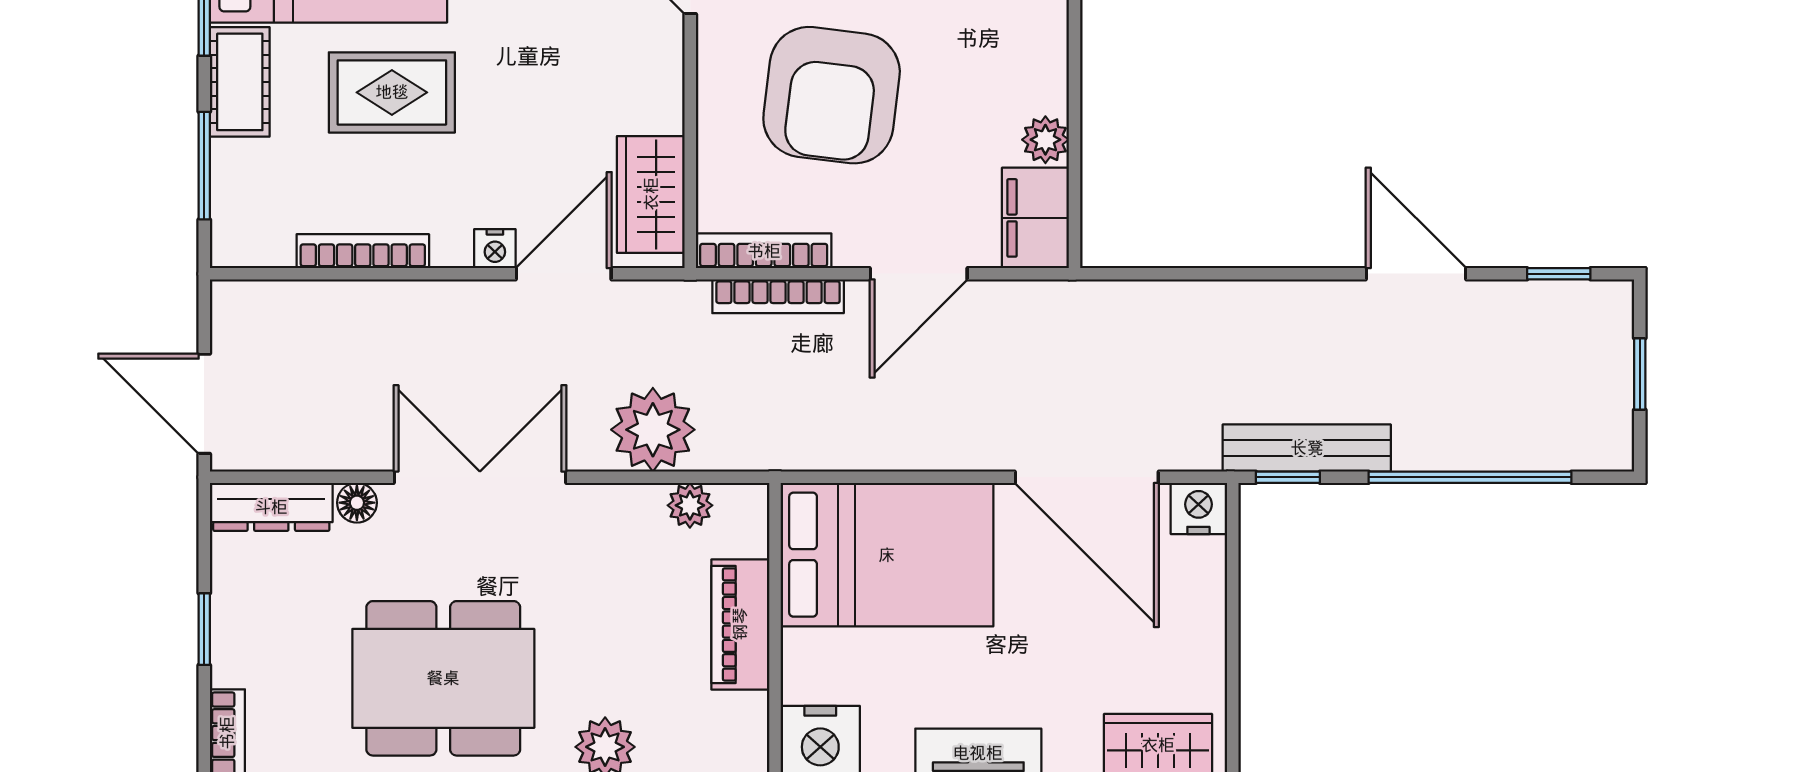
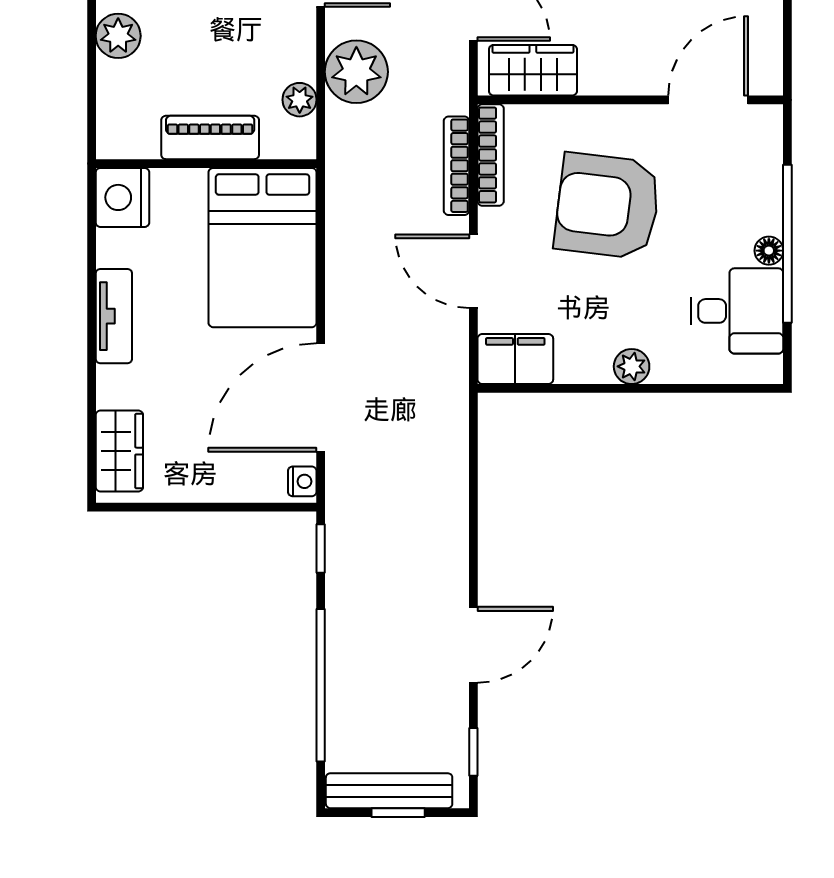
plant: (1045, 140) -> (632, 366), moved
bench: (1307, 448) -> (389, 791), moved, turned 90
nightstand: (1198, 508) -> (302, 481), width x0.72, depth x0.74

